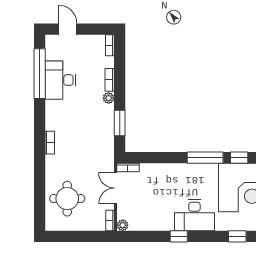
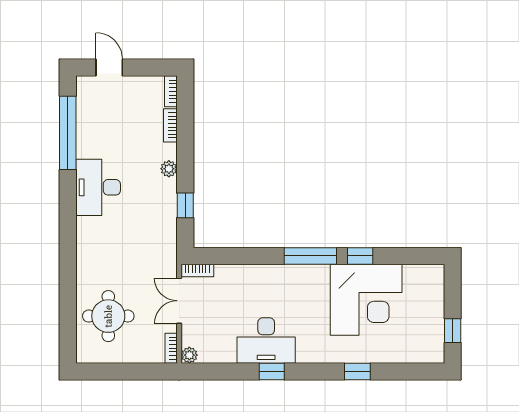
desk: (60, 80) -> (98, 187), moved
bookcase: (110, 80) -> (170, 125), moved
window: (120, 123) -> (185, 205), width x0.67
bookcase: (50, 143) -> (83, 234), removed
desk: (194, 215) -> (266, 340), moved

